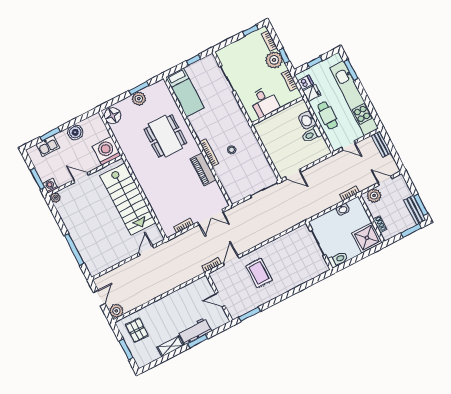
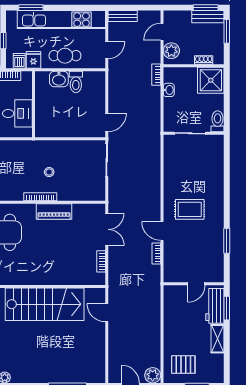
wall: (219, 298) -> (194, 284), moved
door: (220, 300) -> (196, 284), moved

